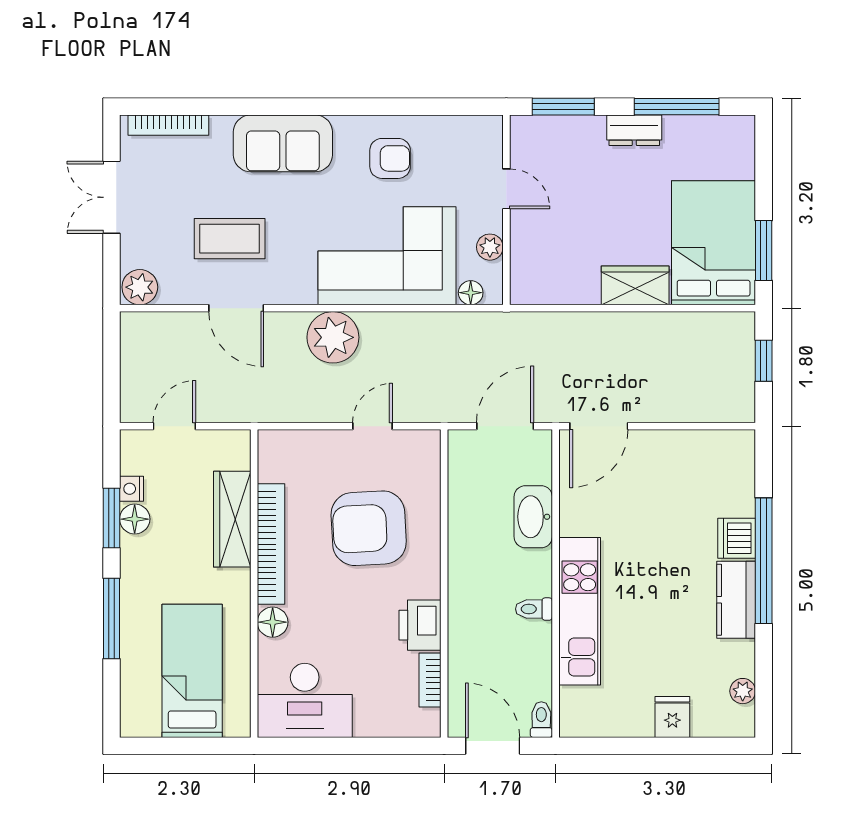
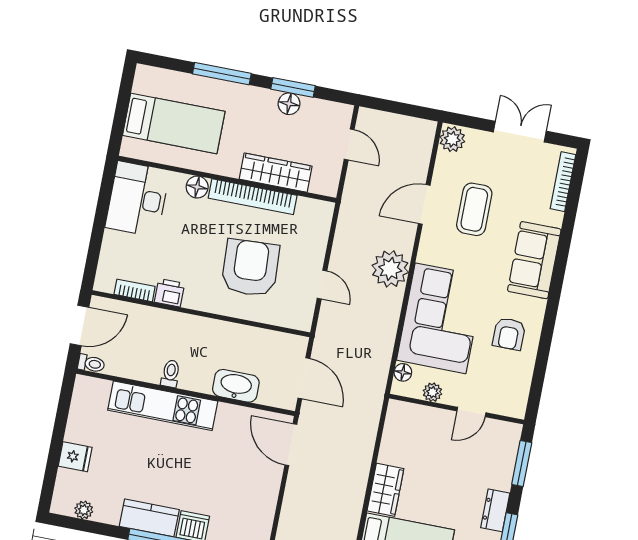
nightstand: (132, 489) -> (311, 106), removed
printer: (420, 625) -> (169, 293), width x0.73, depth x0.81

